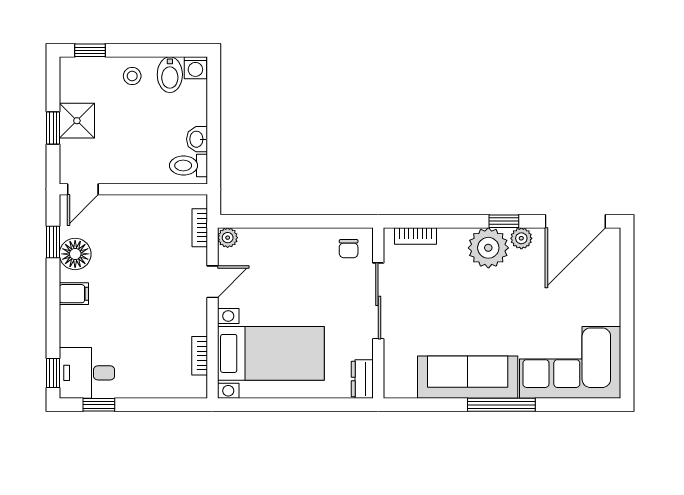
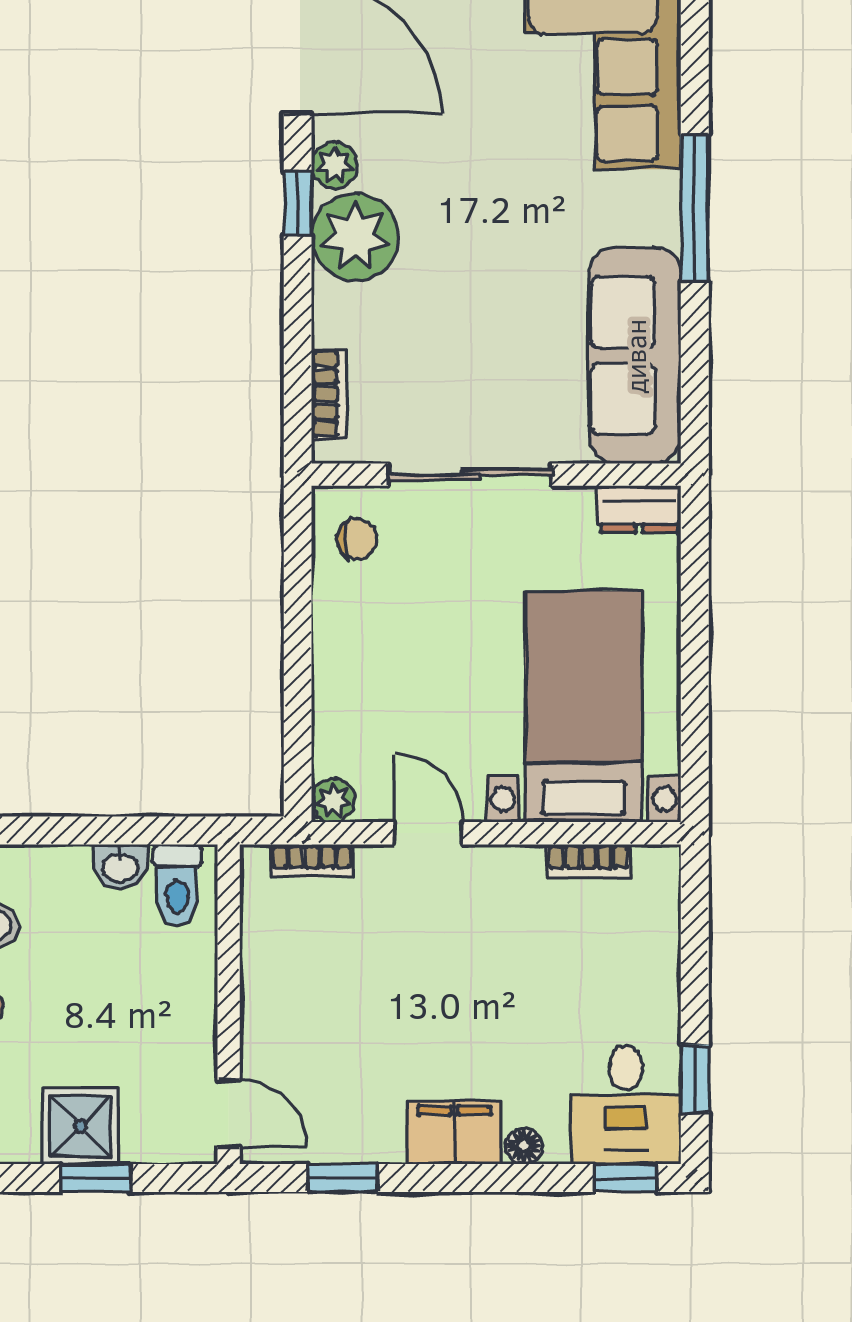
floor lamp: (75, 254) -> (524, 1146), moved, width x0.53, depth x0.53
filing cabinet: (74, 294) -> (454, 1133), width x2.00
sofa: (468, 377) -> (635, 356), moved

